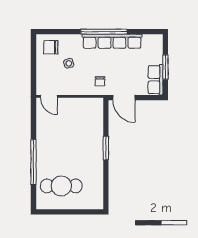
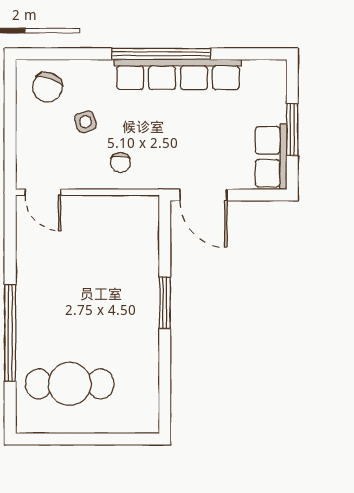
chair: (51, 47) -> (47, 87), turned -70
chair: (100, 81) -> (120, 162), moved

